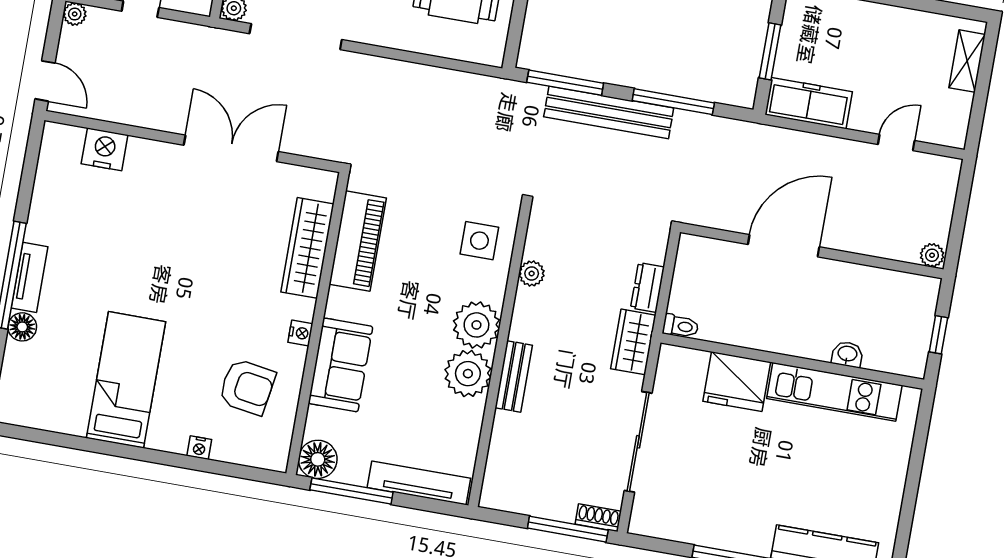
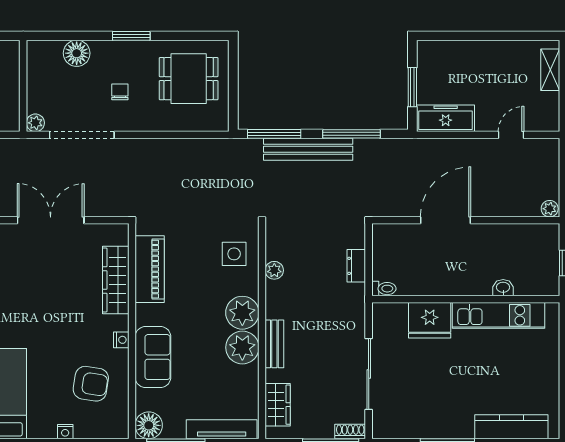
wardrobe: (633, 342) -> (278, 405), moved, turned 180

